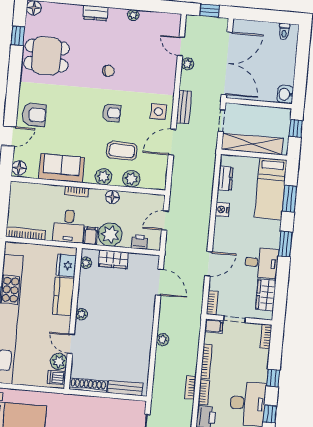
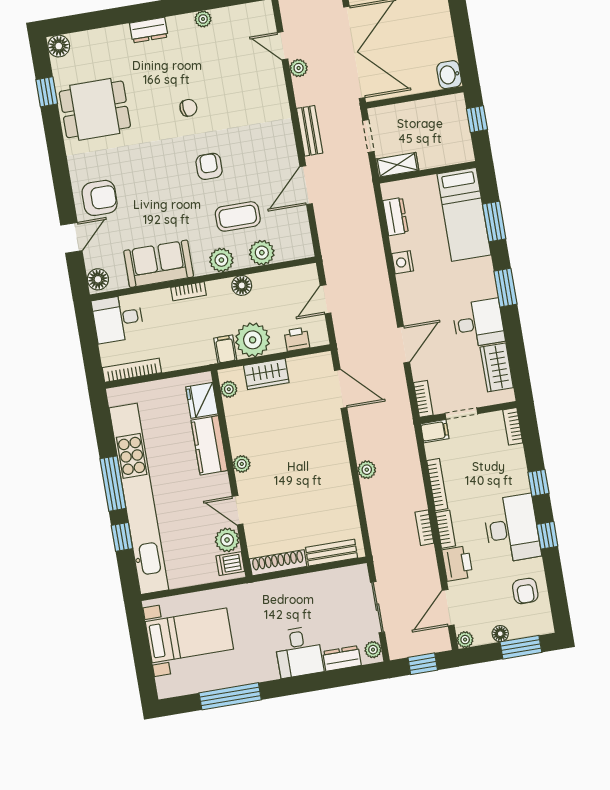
side table: (158, 112) -> (275, 147), removed
armchair: (112, 113) -> (209, 166), turned -90
shelving: (252, 144) -> (397, 165), width x0.45, depth x0.75
desk: (69, 226) -> (118, 319), moved, turned 90

